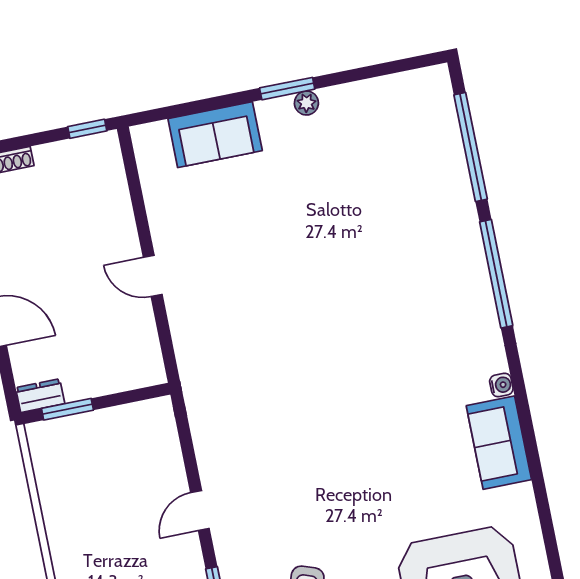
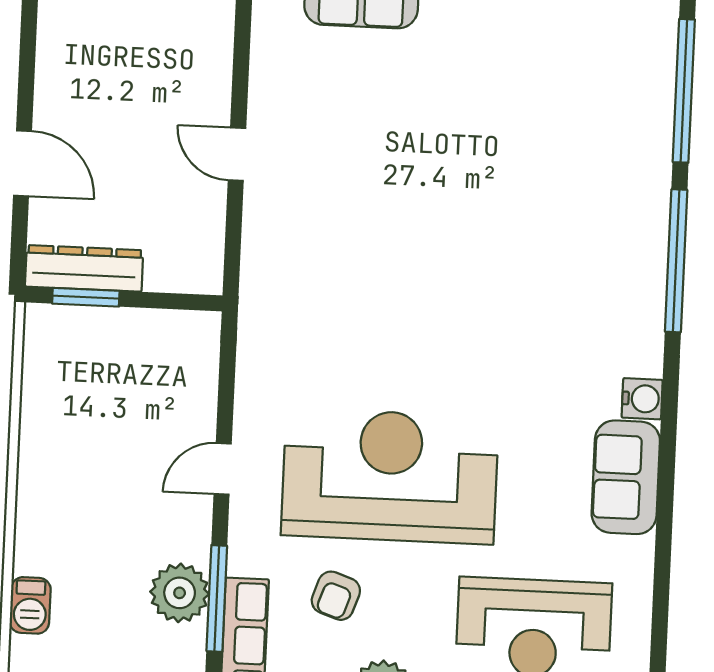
water cooler: (501, 385) -> (642, 399), width x1.38, depth x1.38
dresser: (40, 396) -> (84, 268), width x1.96, depth x1.24
reception desk: (325, 485) -> (390, 476), added

